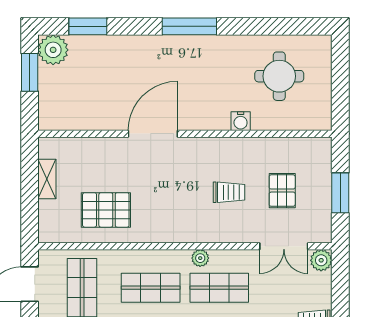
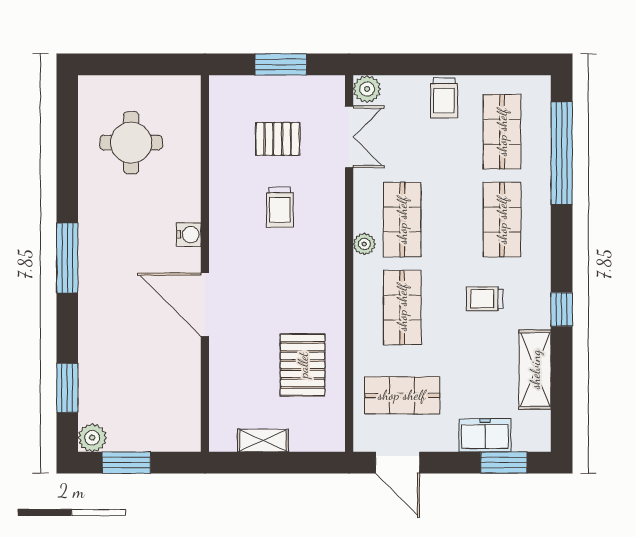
plant: (53, 50) -> (92, 438), width x0.73, depth x0.73
water cooler: (241, 121) -> (189, 235), moved
trolley: (229, 192) -> (280, 207), turned 180

